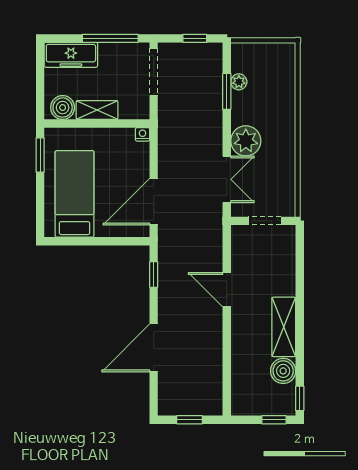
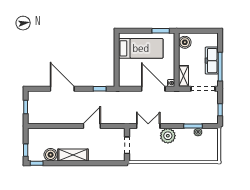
freezer: (71, 55) -> (212, 61), moved
shelving: (97, 110) -> (184, 76), moved
double door: (227, 179) -> (148, 126), swing flipped
door: (154, 202) -> (153, 89), moved

